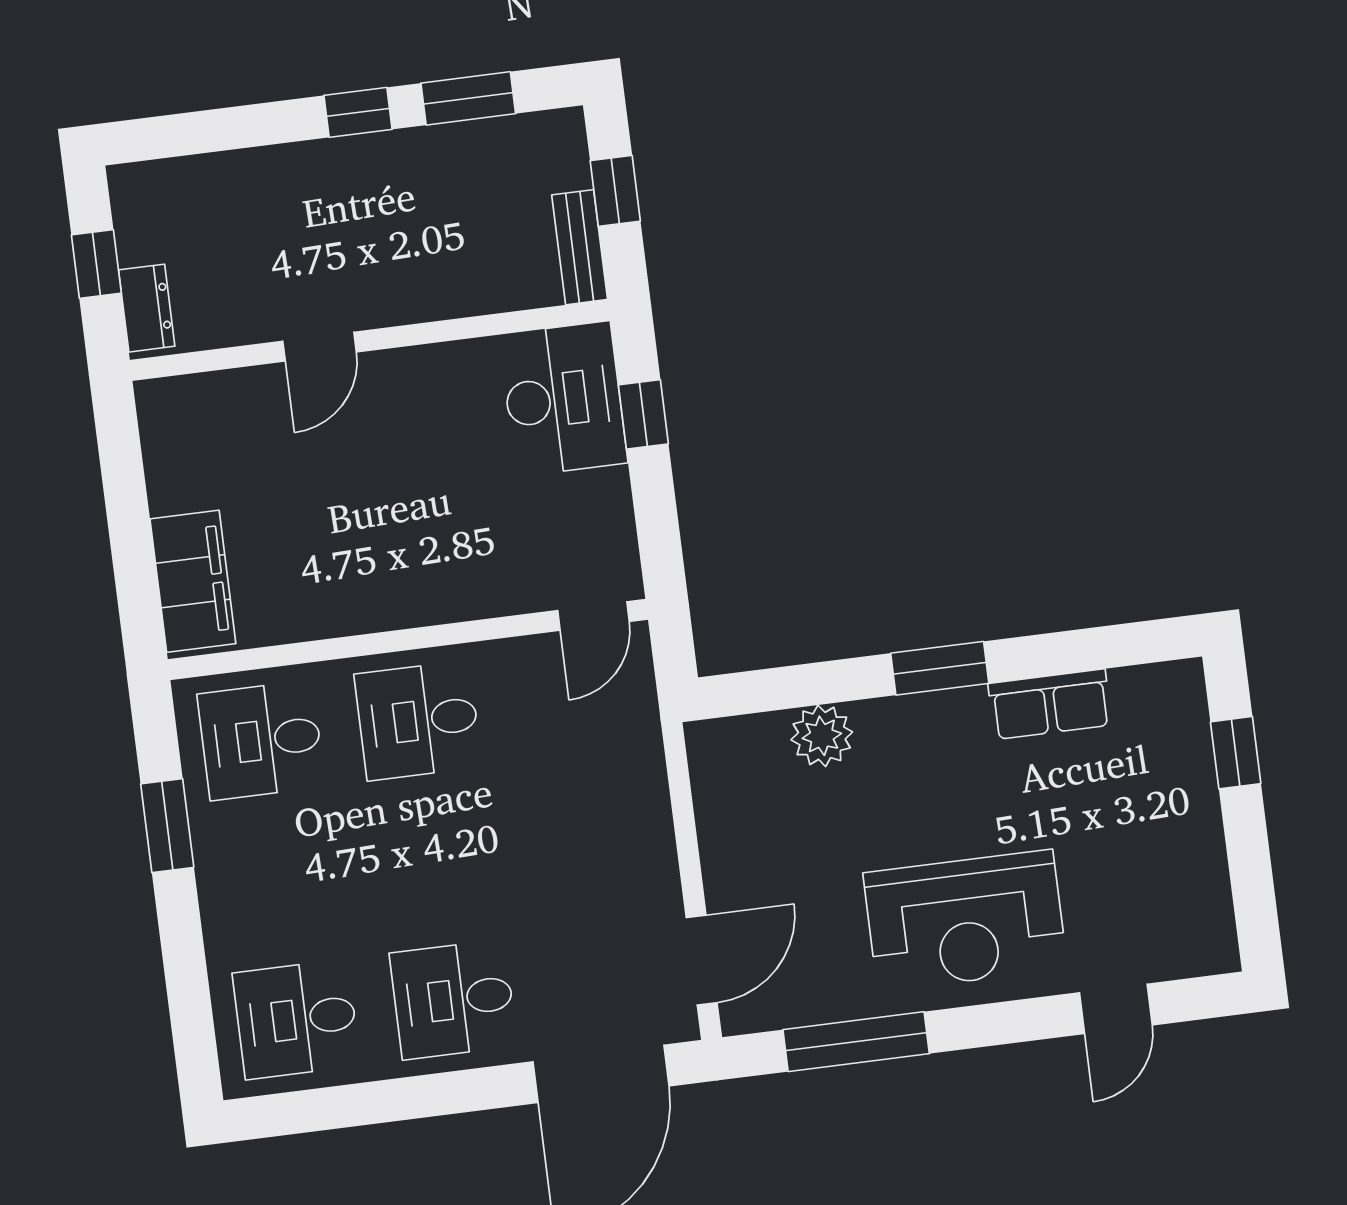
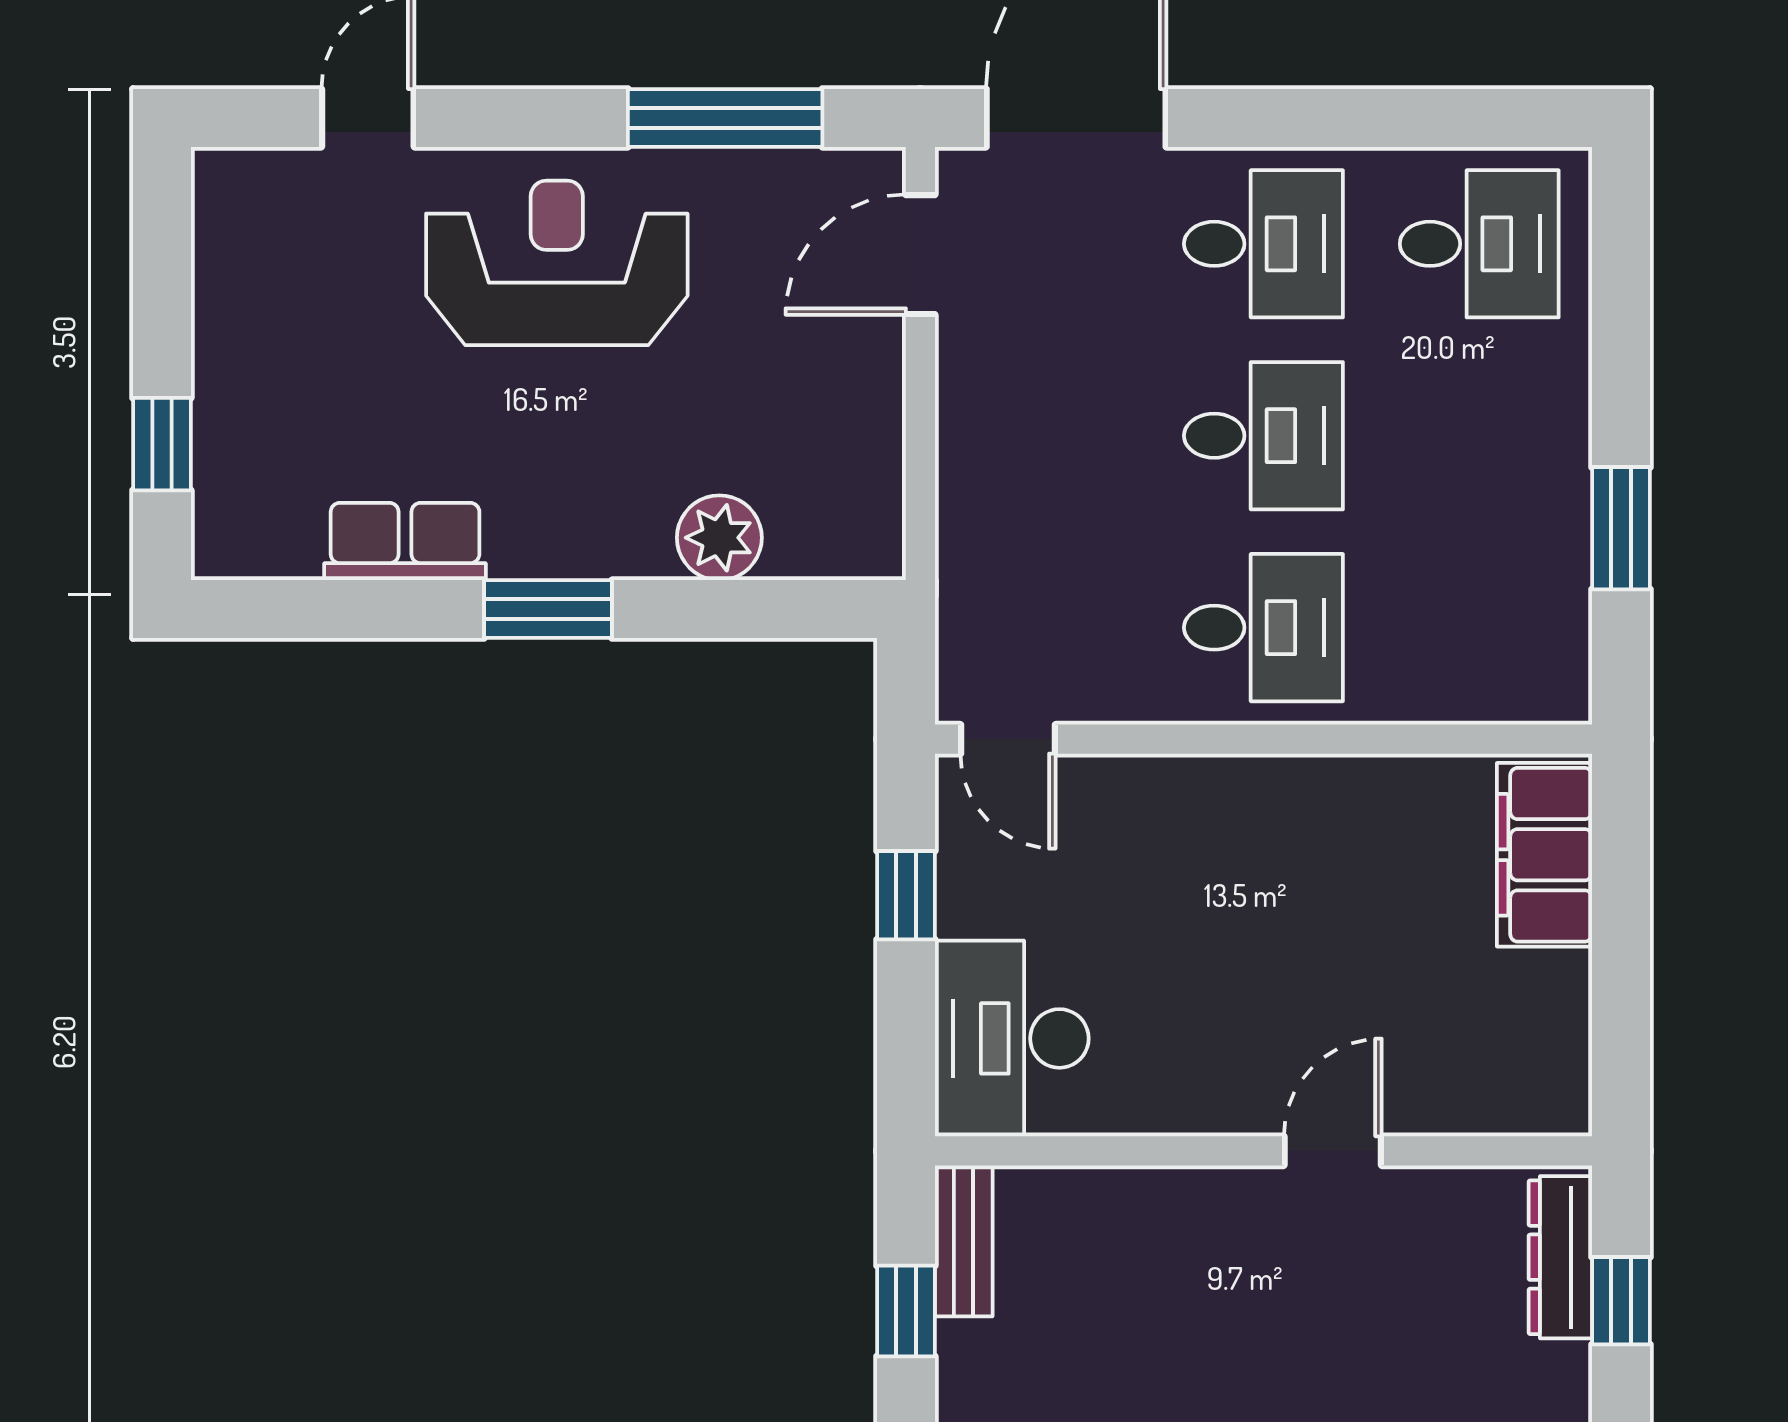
dresser: (147, 308) -> (1560, 1257), width x1.44
window: (643, 414) -> (906, 895), moved
door: (593, 616) -> (1008, 739), swing flipped
desk: (261, 740) -> (1263, 436), moved

